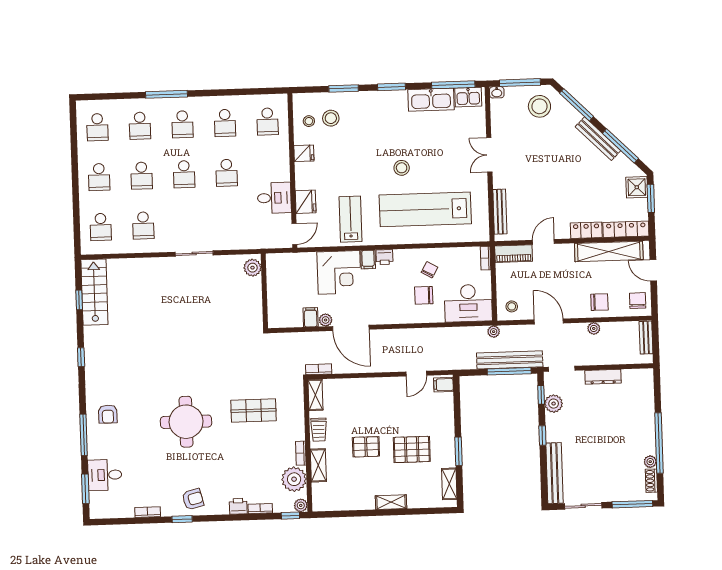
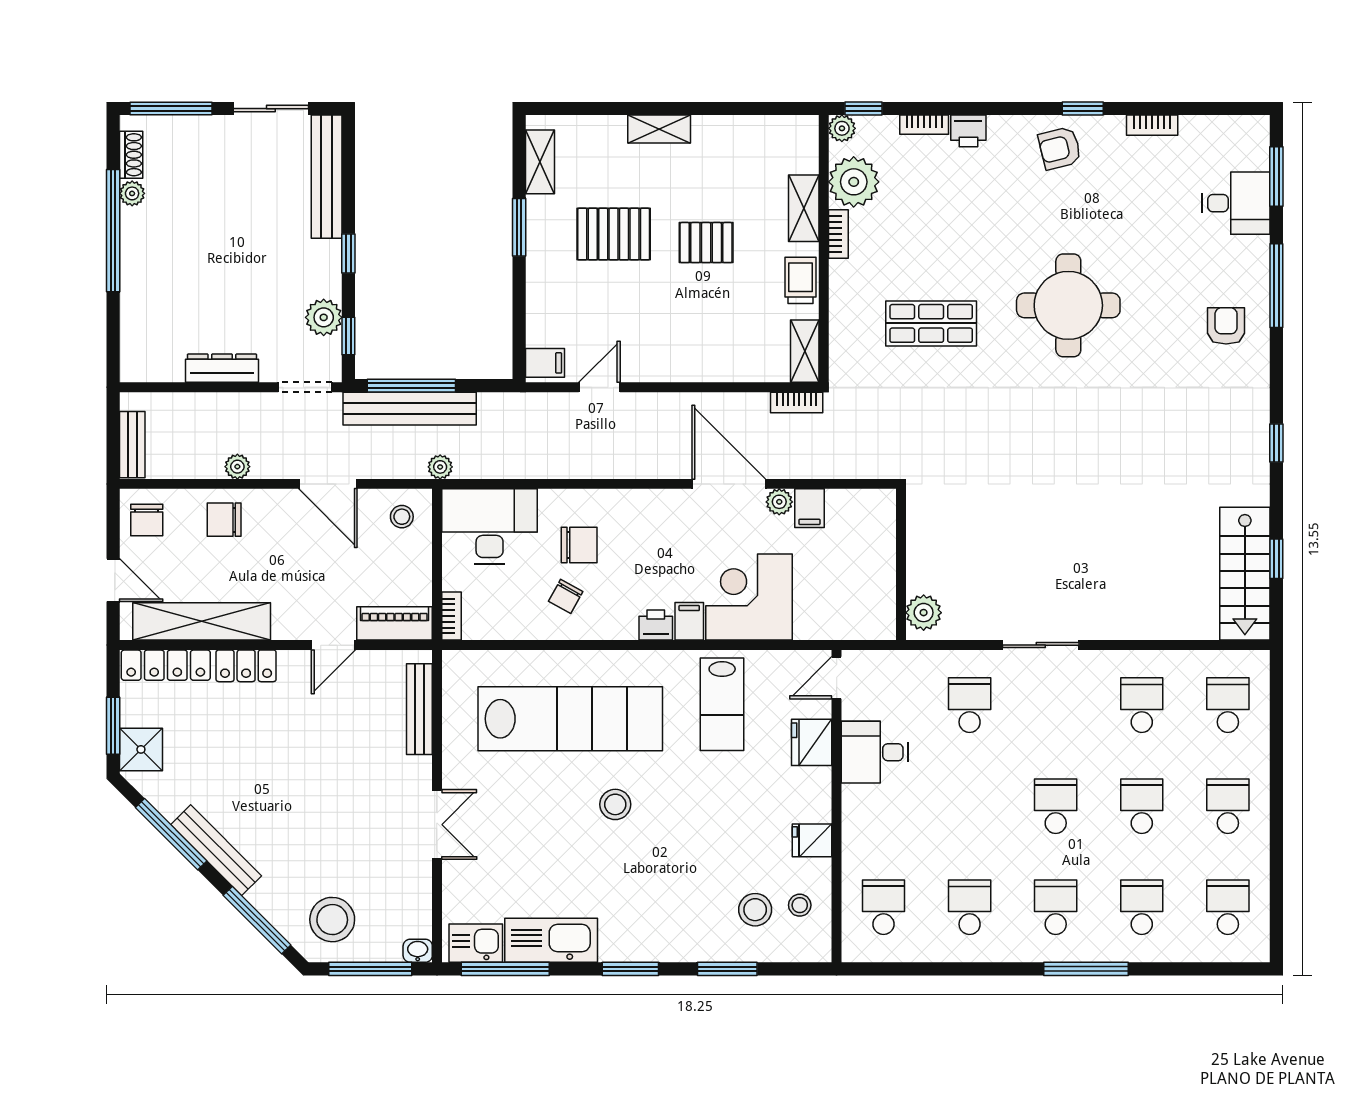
school desk: (227, 173) -> (970, 705), moved

